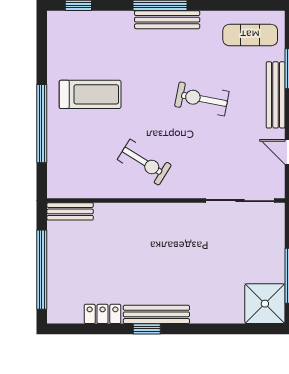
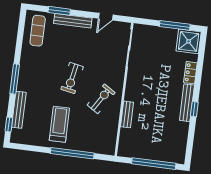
bench: (167, 20) -> (19, 110), moved
exercise bike: (202, 99) -> (72, 78), moved
bench: (70, 211) -> (127, 114), moved
locker: (103, 314) -> (190, 73), moved

